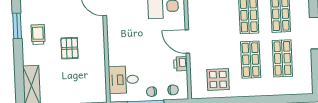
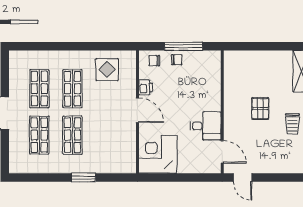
desk: (123, 80) -> (205, 126), moved

